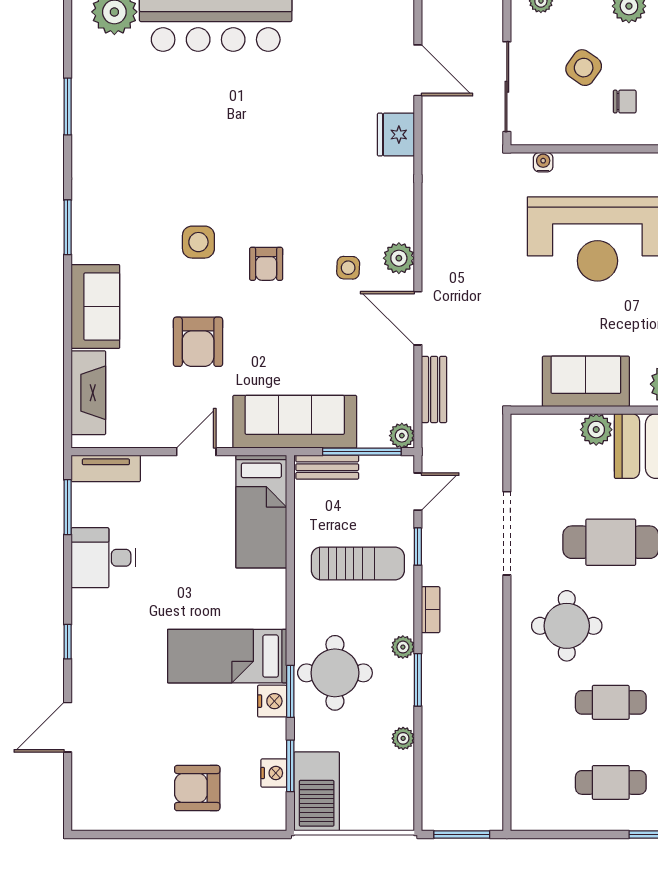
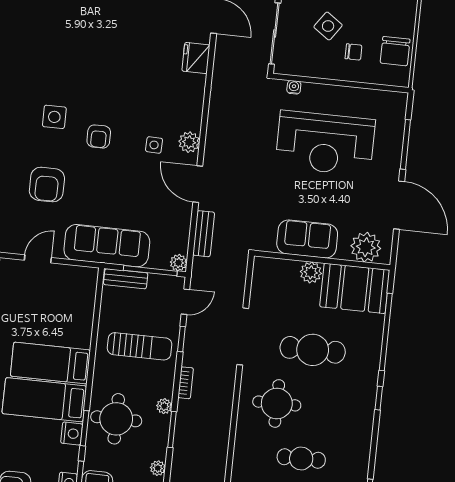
bed: (261, 512) -> (50, 363), moved, turned 90

